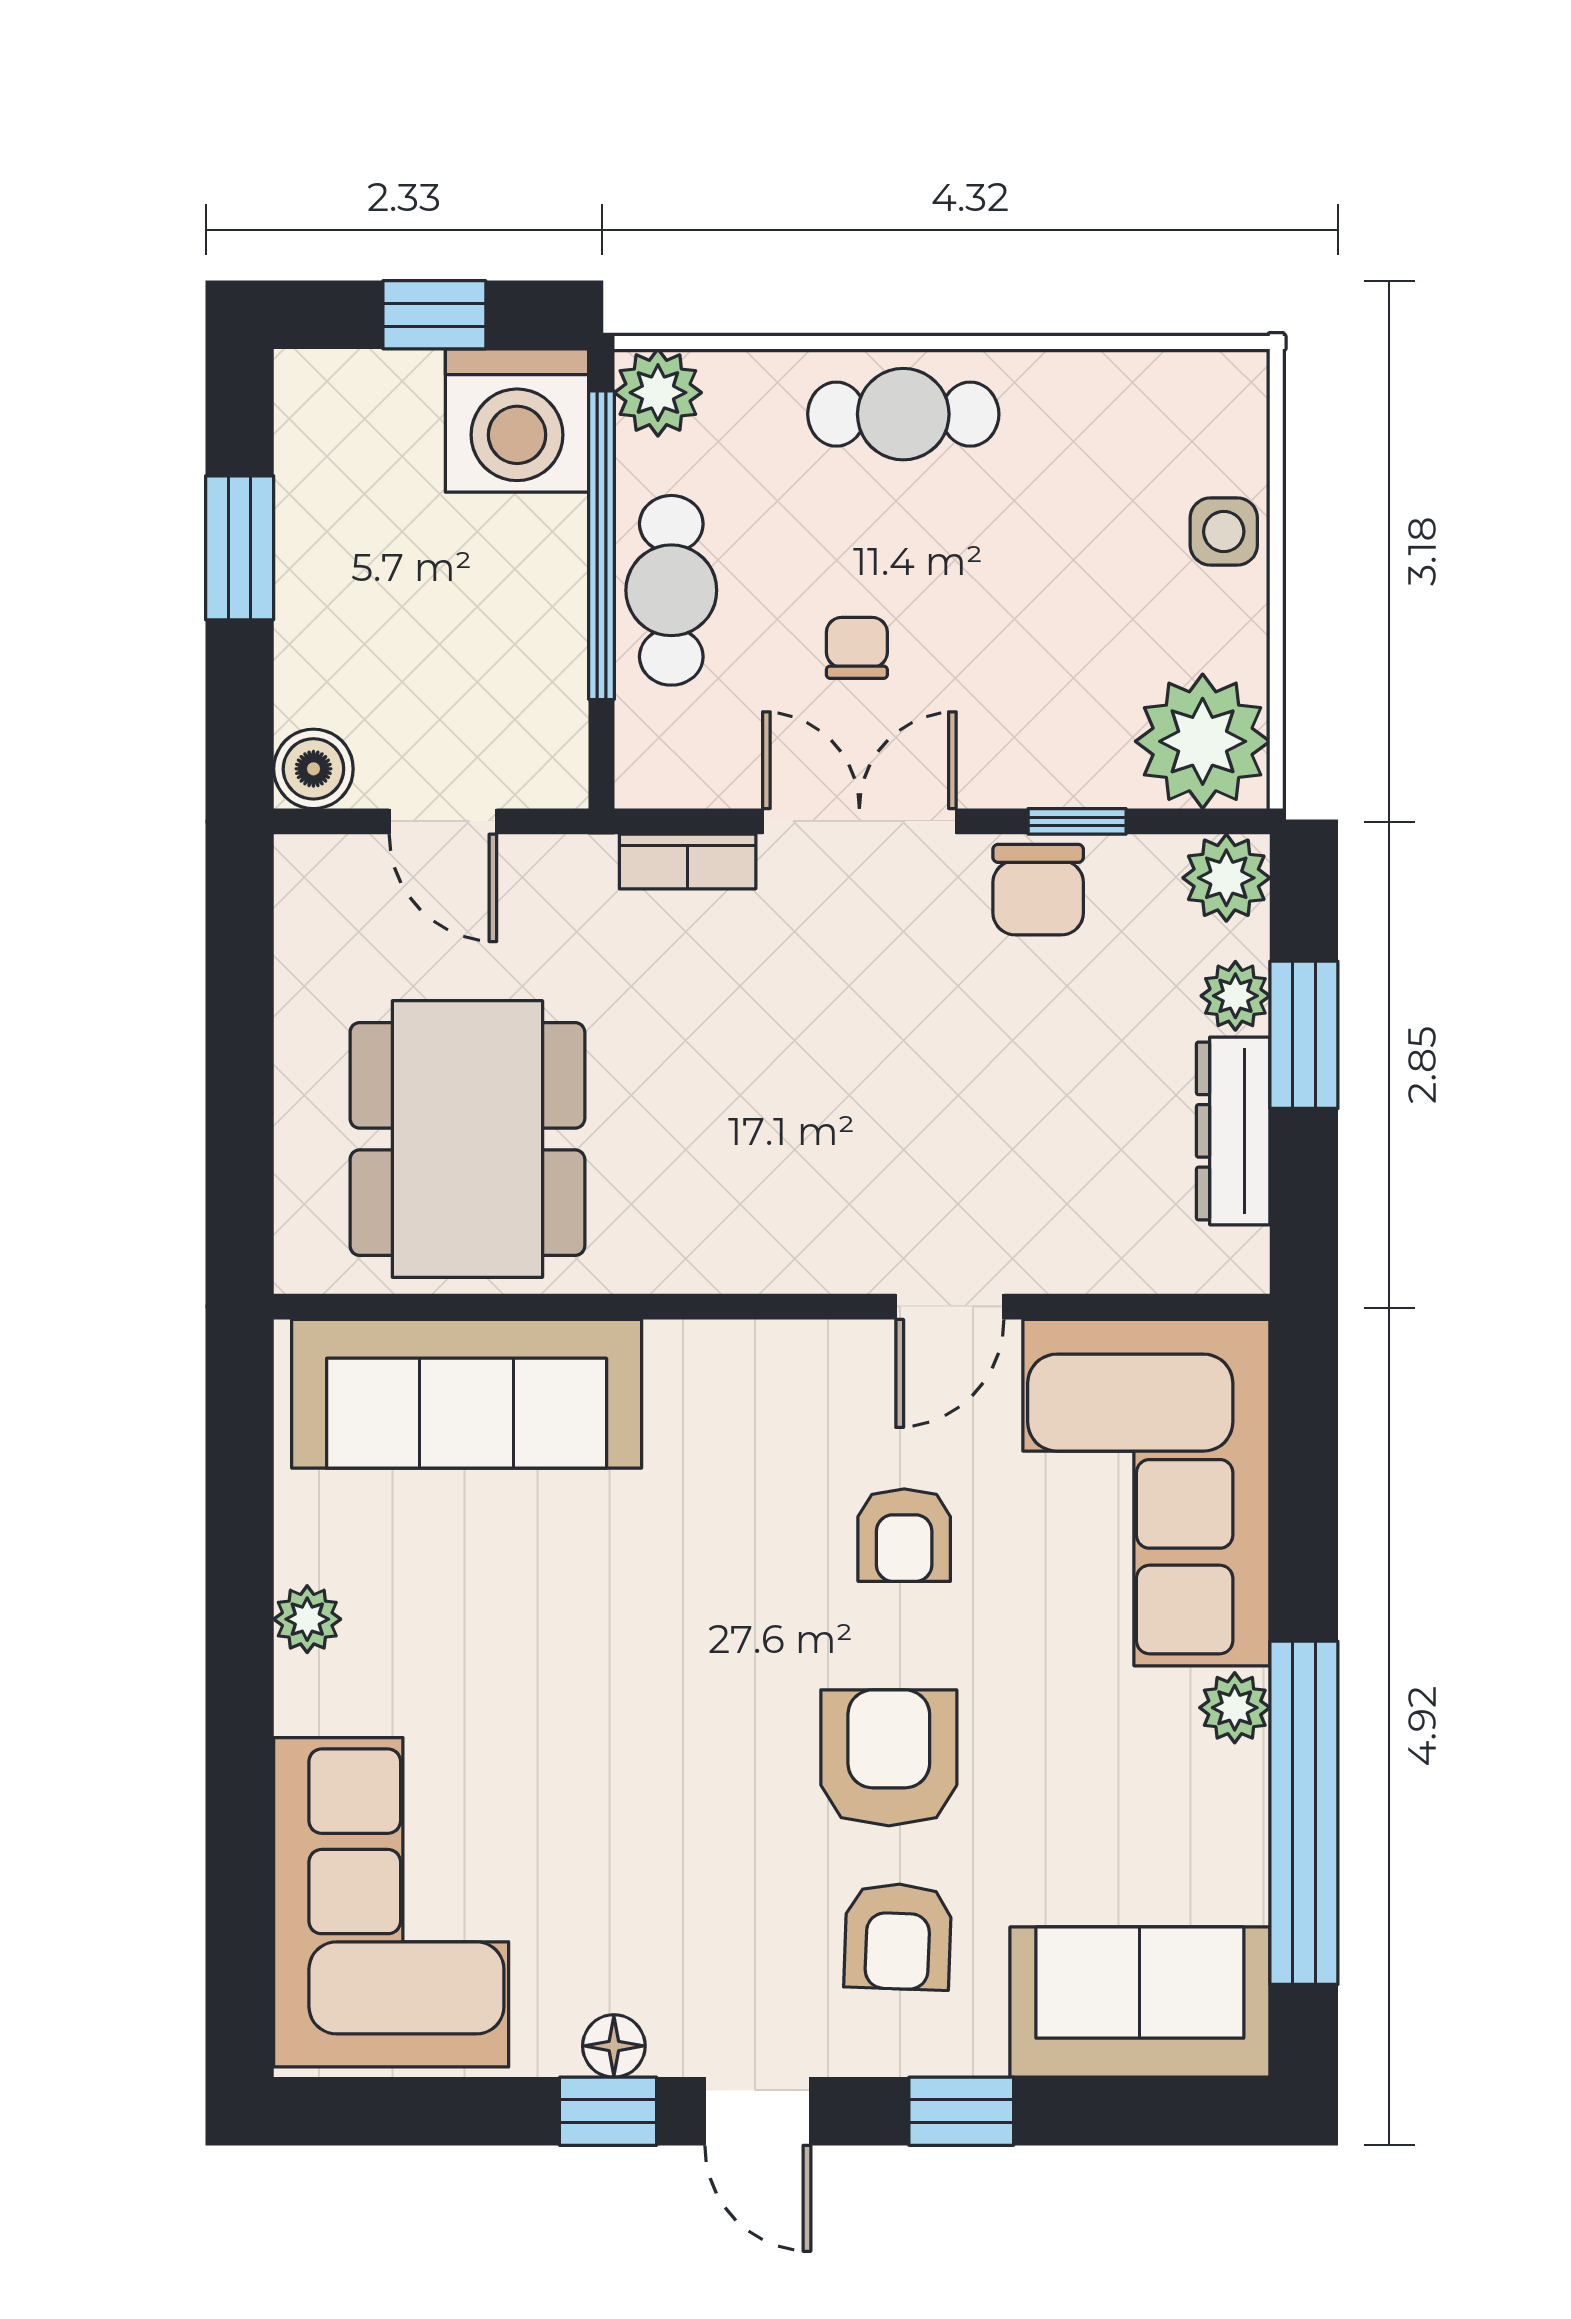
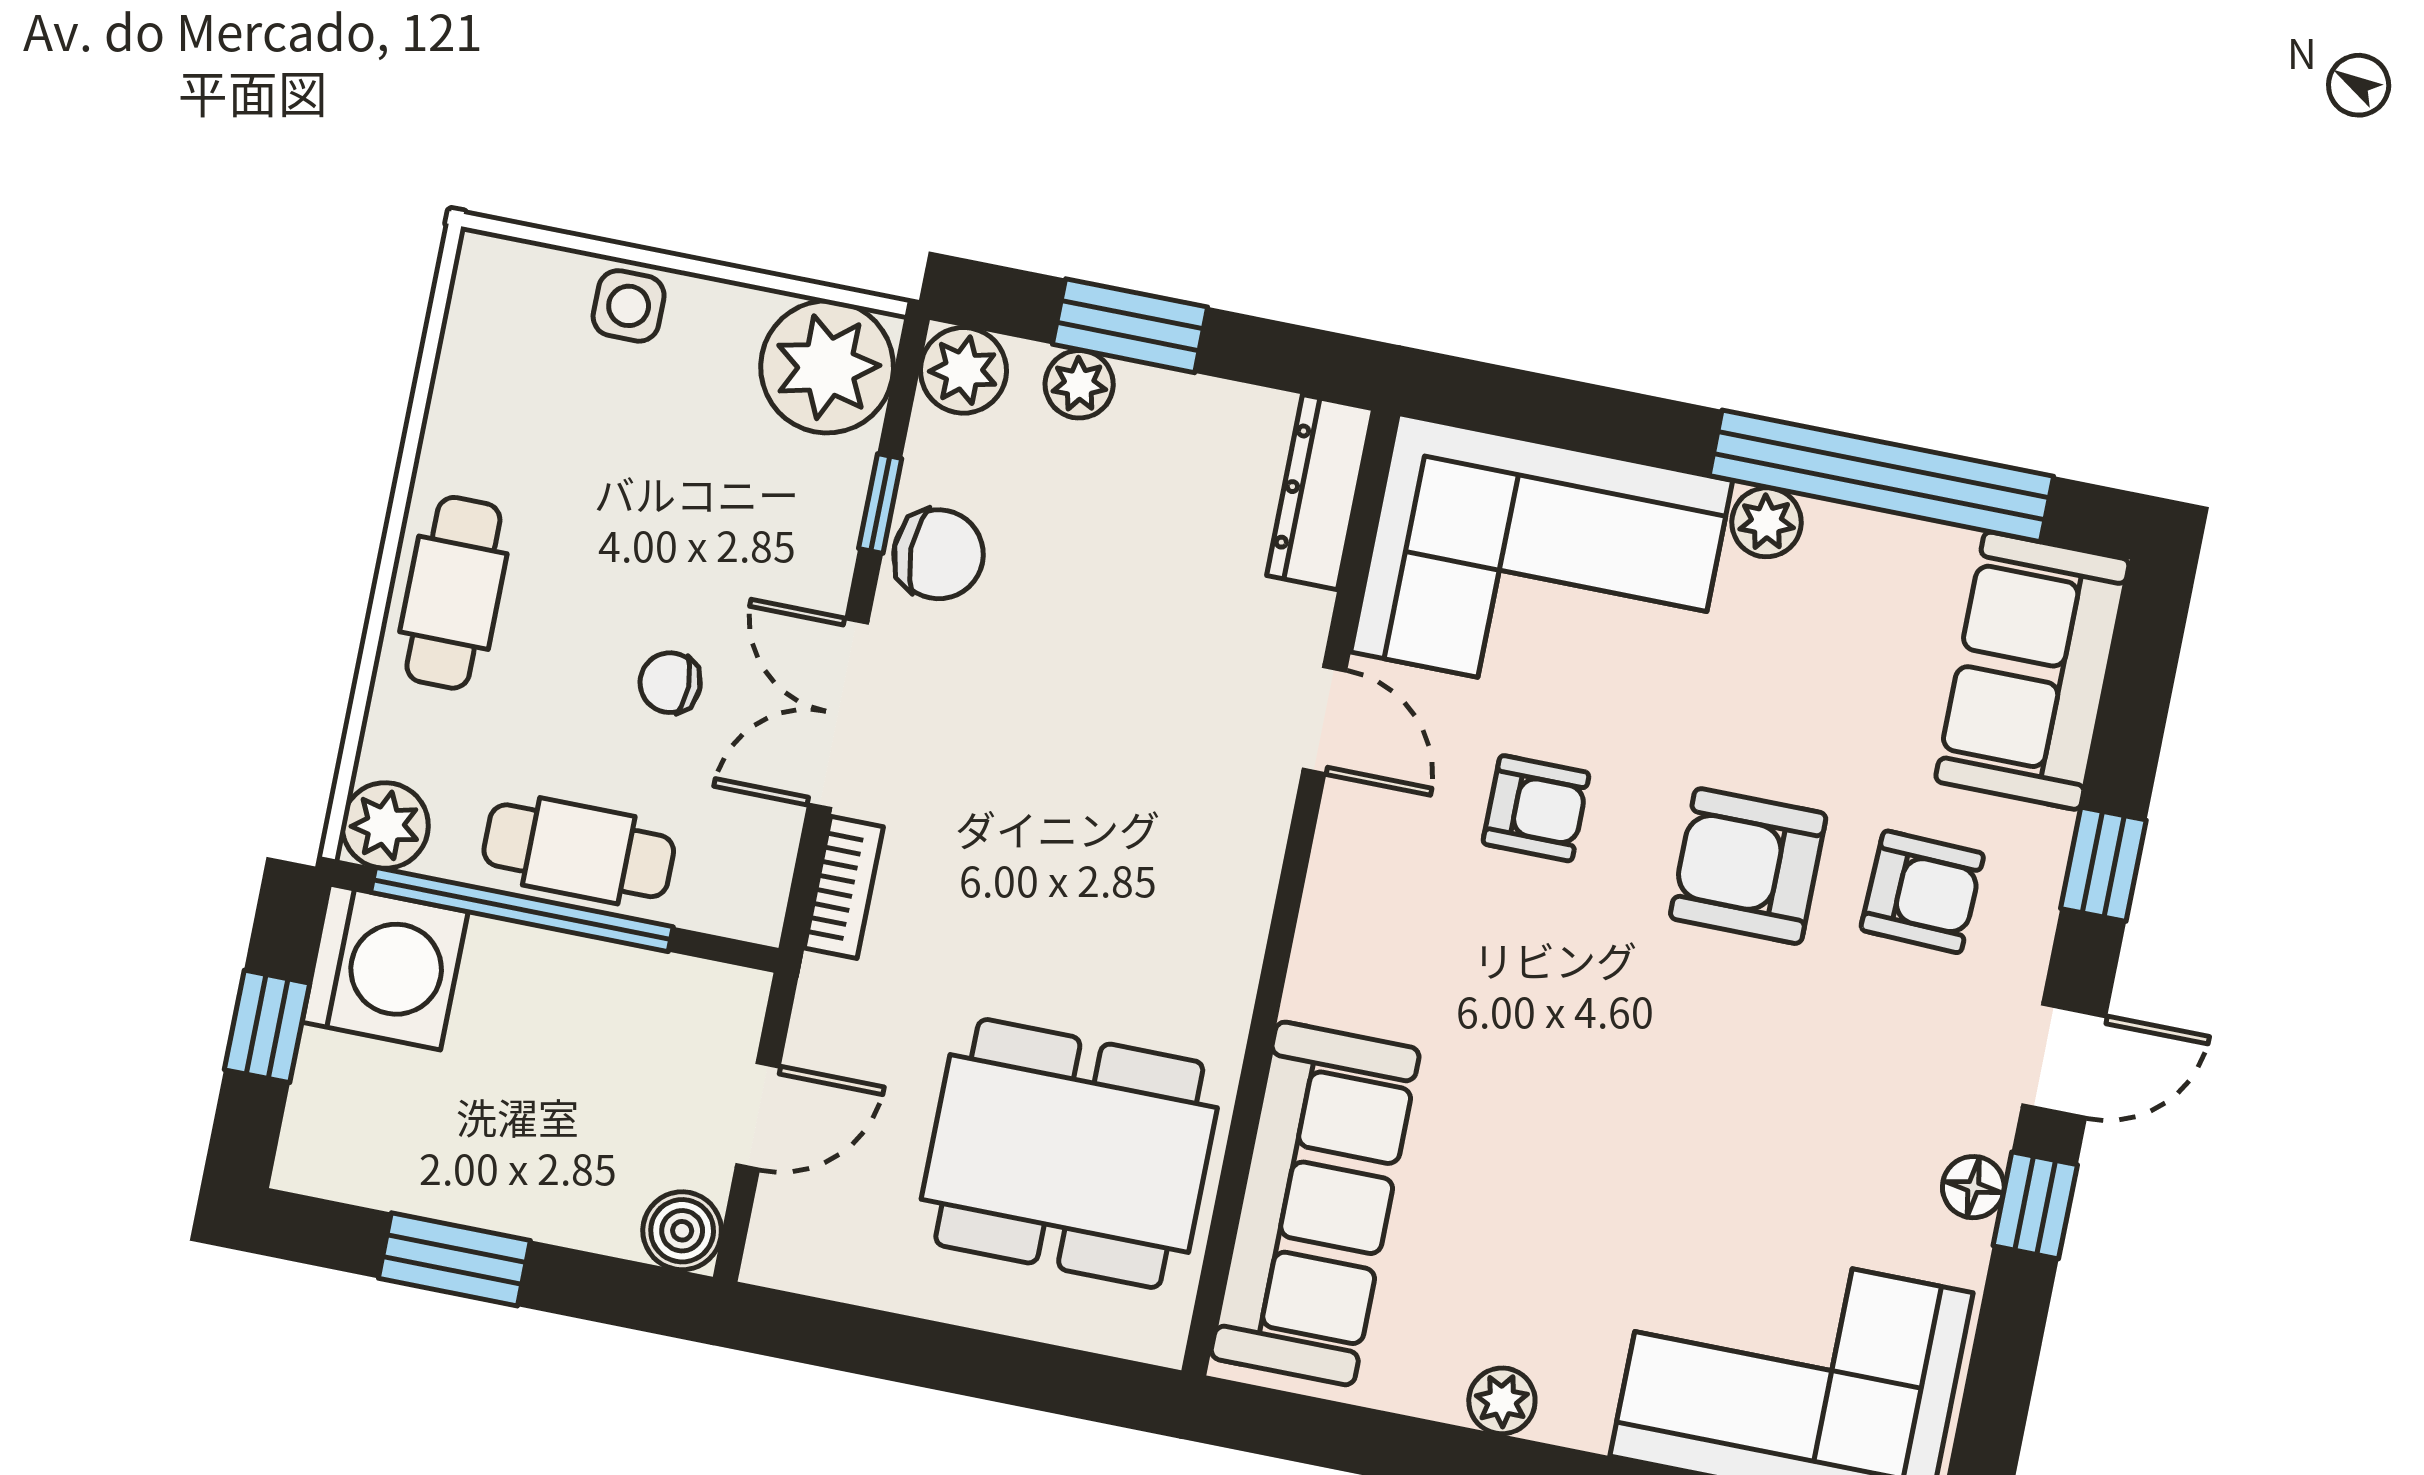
dresser: (1233, 1131) -> (1320, 492), moved, turned 90

